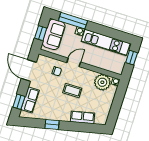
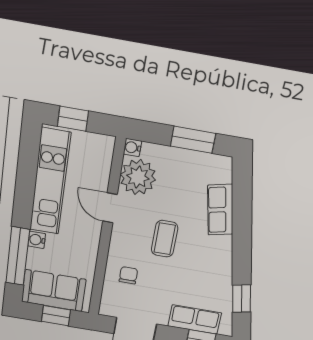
door: (74, 62) -> (110, 208), moved
window: (115, 109) -> (193, 140), added
window: (52, 124) -> (241, 299), moved

